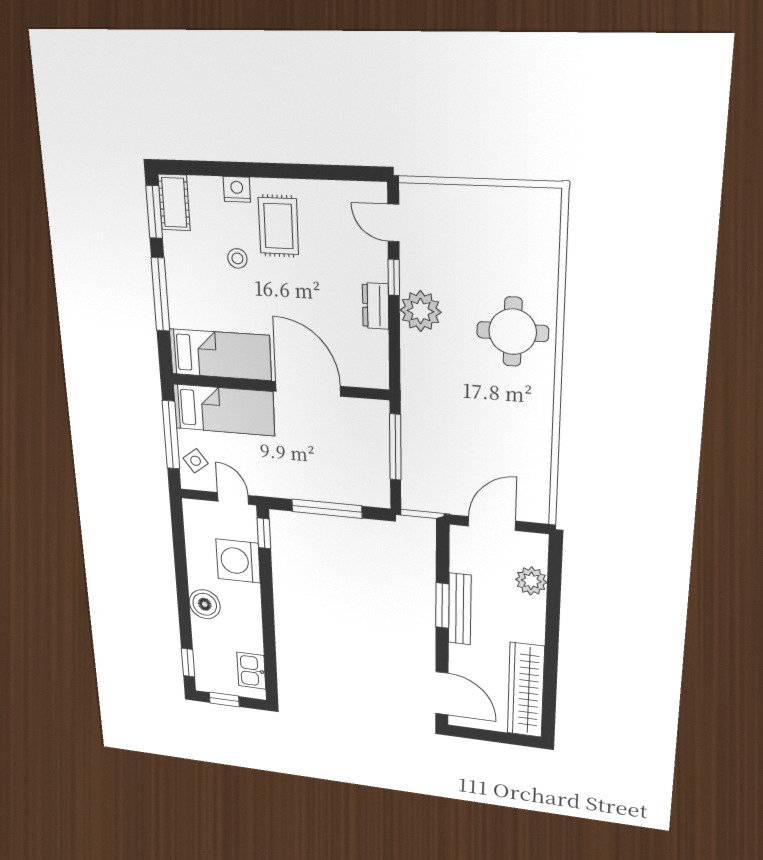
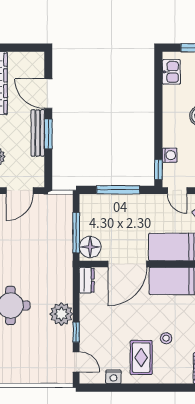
nightstand: (237, 189) -> (113, 377), moved
dresser: (376, 306) -> (87, 280), moved
door: (308, 389) -> (127, 264), hinge flipped
floor lamp: (371, 422) -> (90, 247), added
washing machine: (238, 561) -> (170, 155), width x0.53, depth x0.53
door: (442, 693) -> (48, 94), moved

